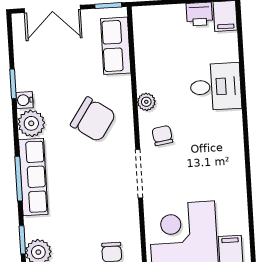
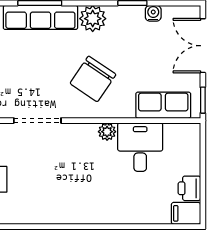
desk: (216, 87) -> (140, 147), moved, turned 180
water cooler: (25, 100) -> (153, 13), moved
chair: (162, 136) -> (73, 145), removed

